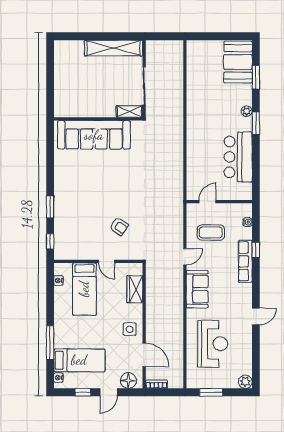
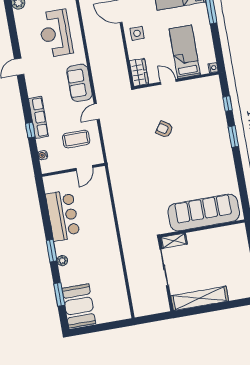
wall: (98, 261) -> (176, 80), moved
door: (106, 261) -> (168, 82), moved
bed: (84, 289) -> (185, 52), moved

